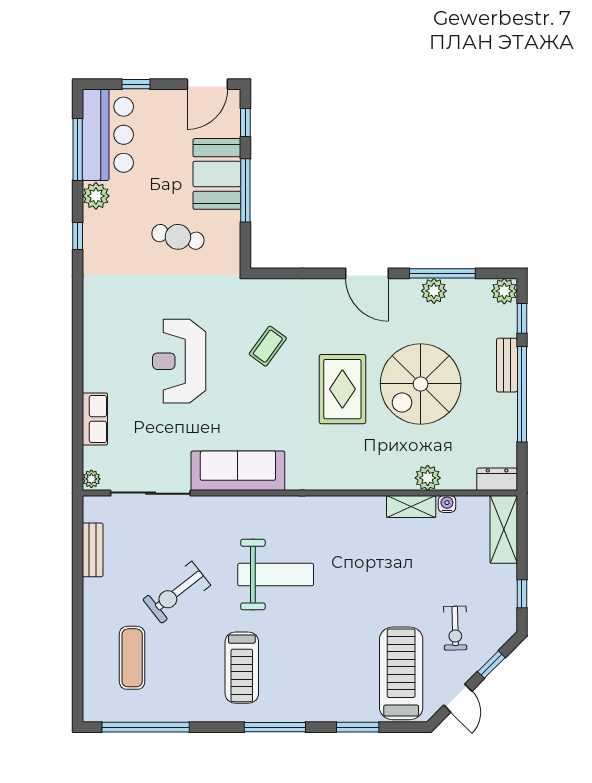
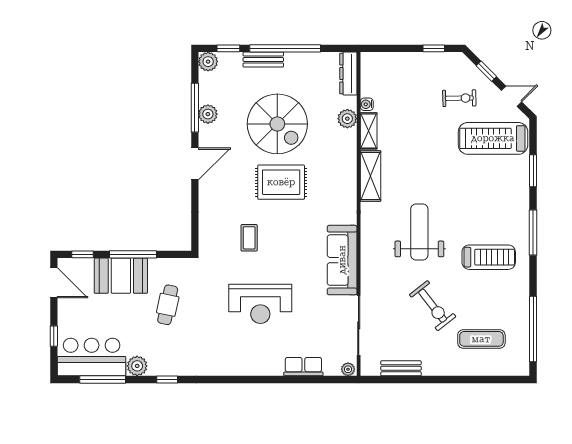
coffee table: (268, 346) -> (249, 238), turned 54
dresser: (497, 479) -> (348, 74), width x1.44
shelving: (504, 529) -> (371, 176), moved, turned 90

